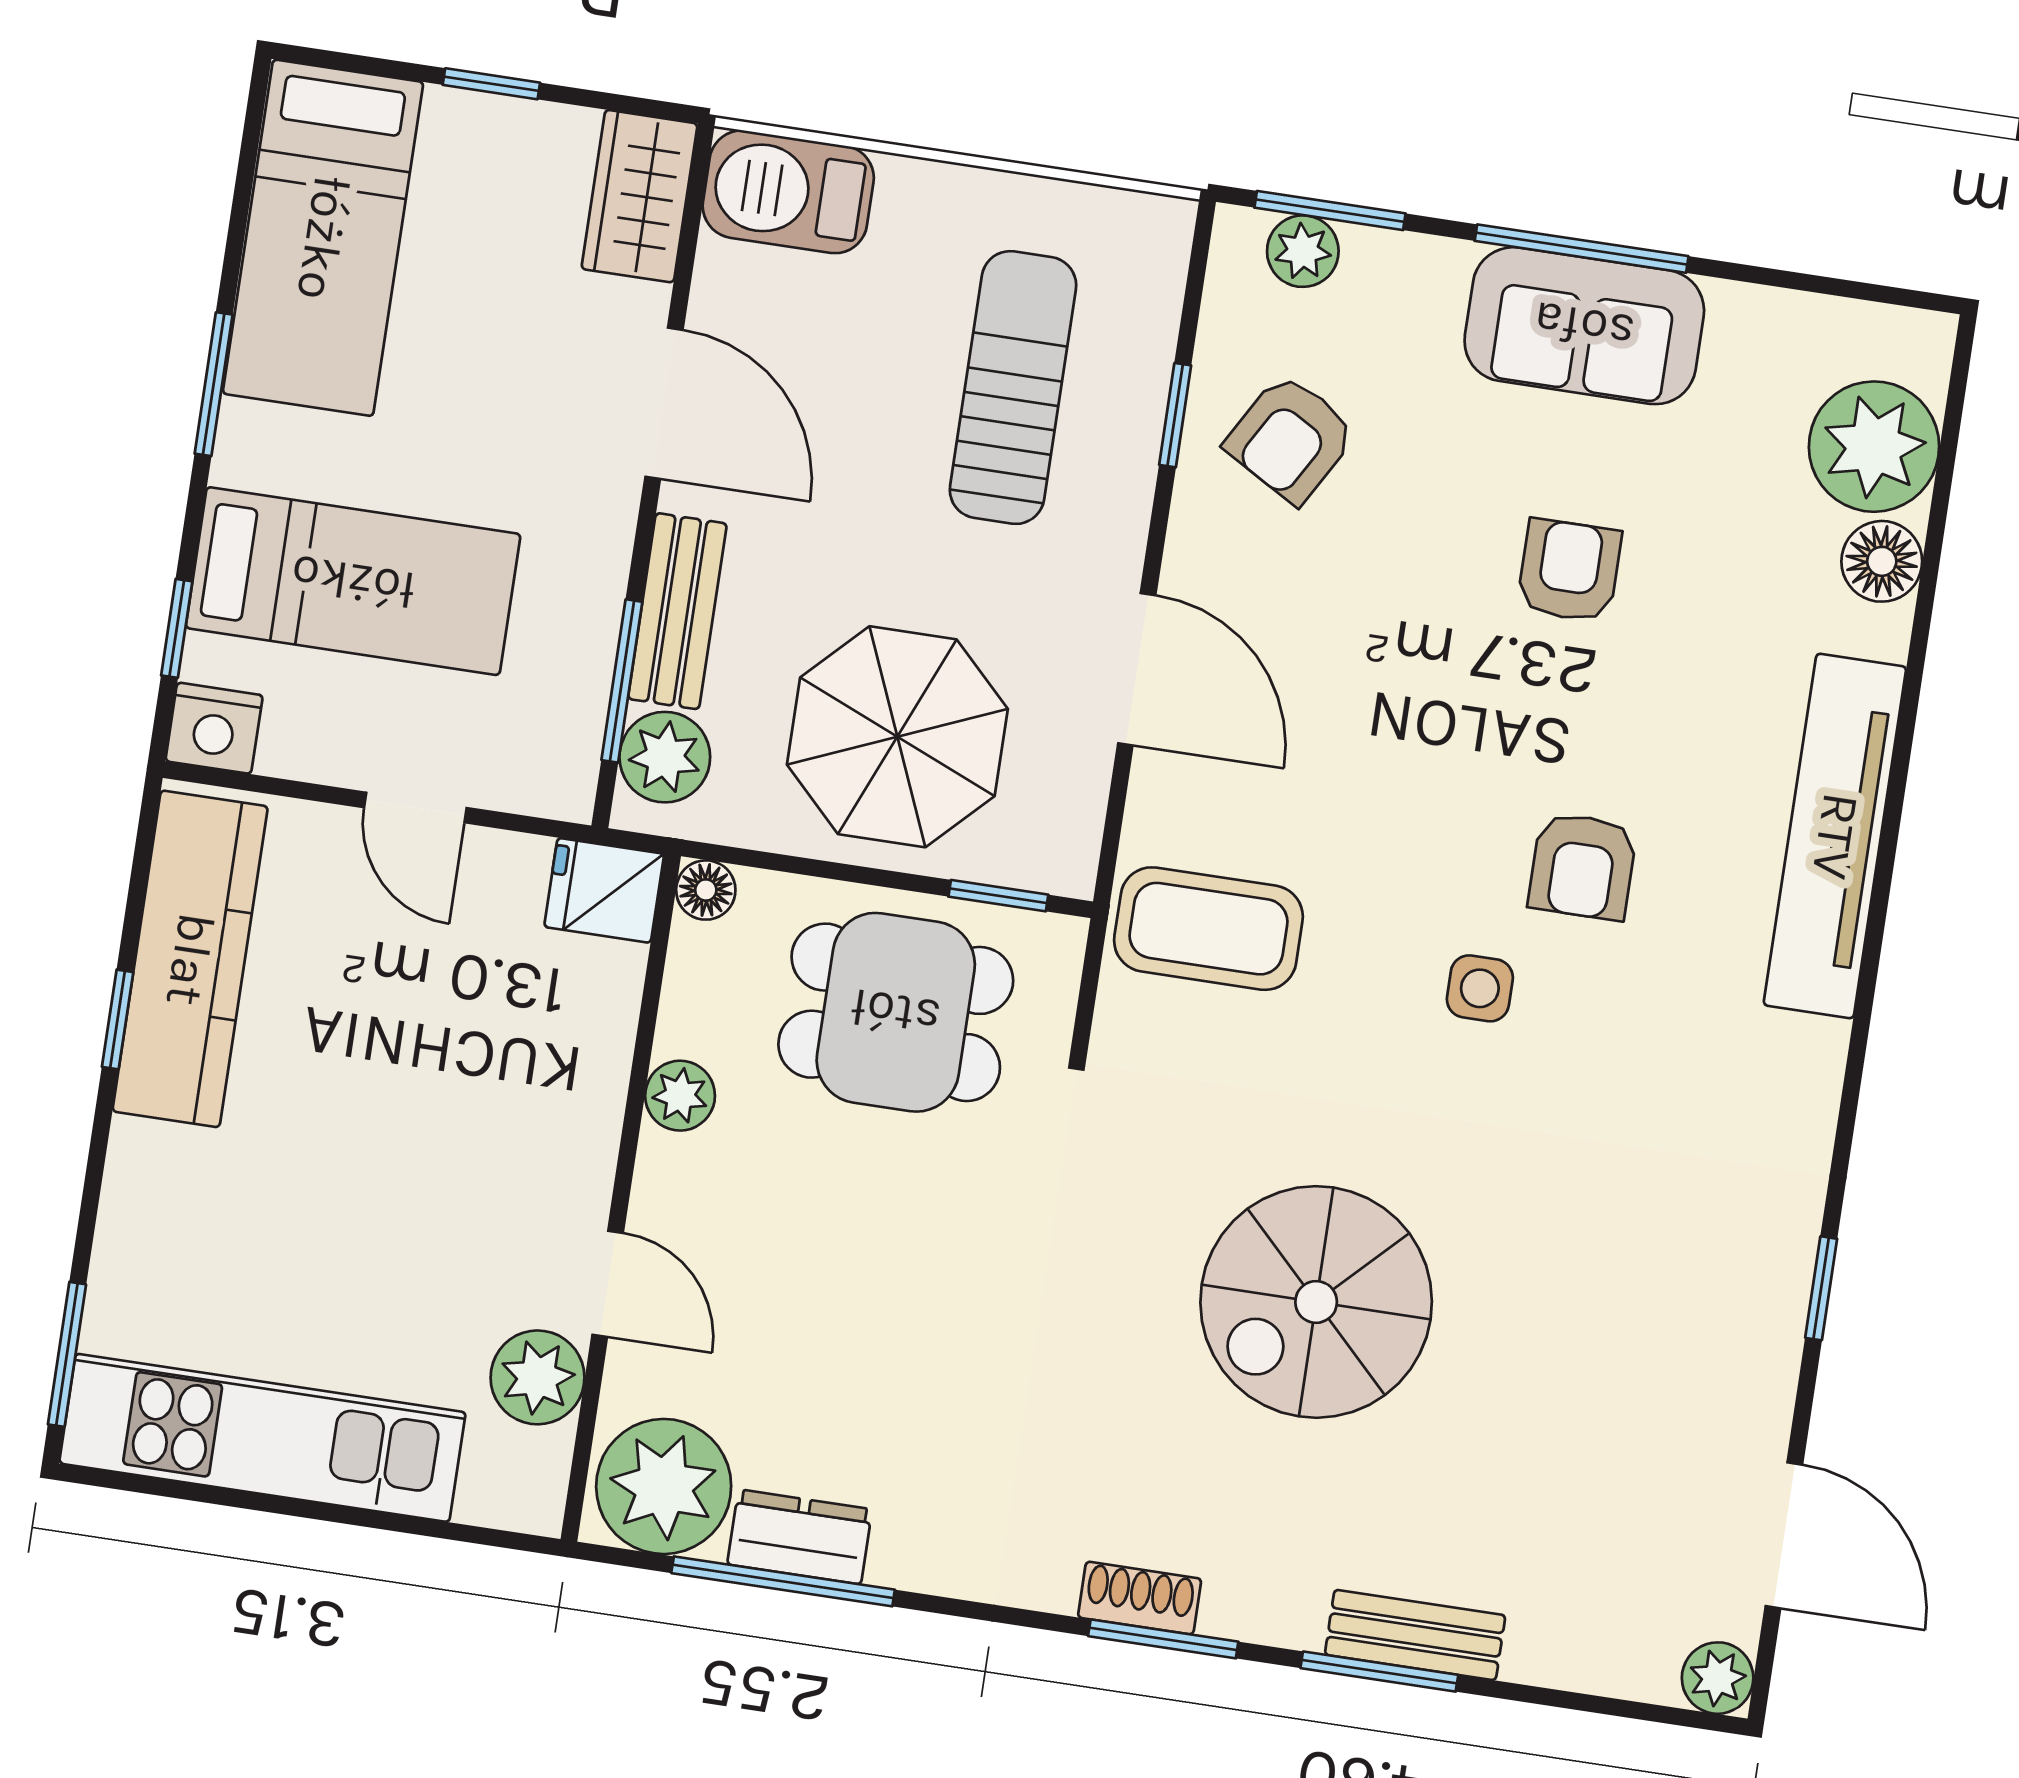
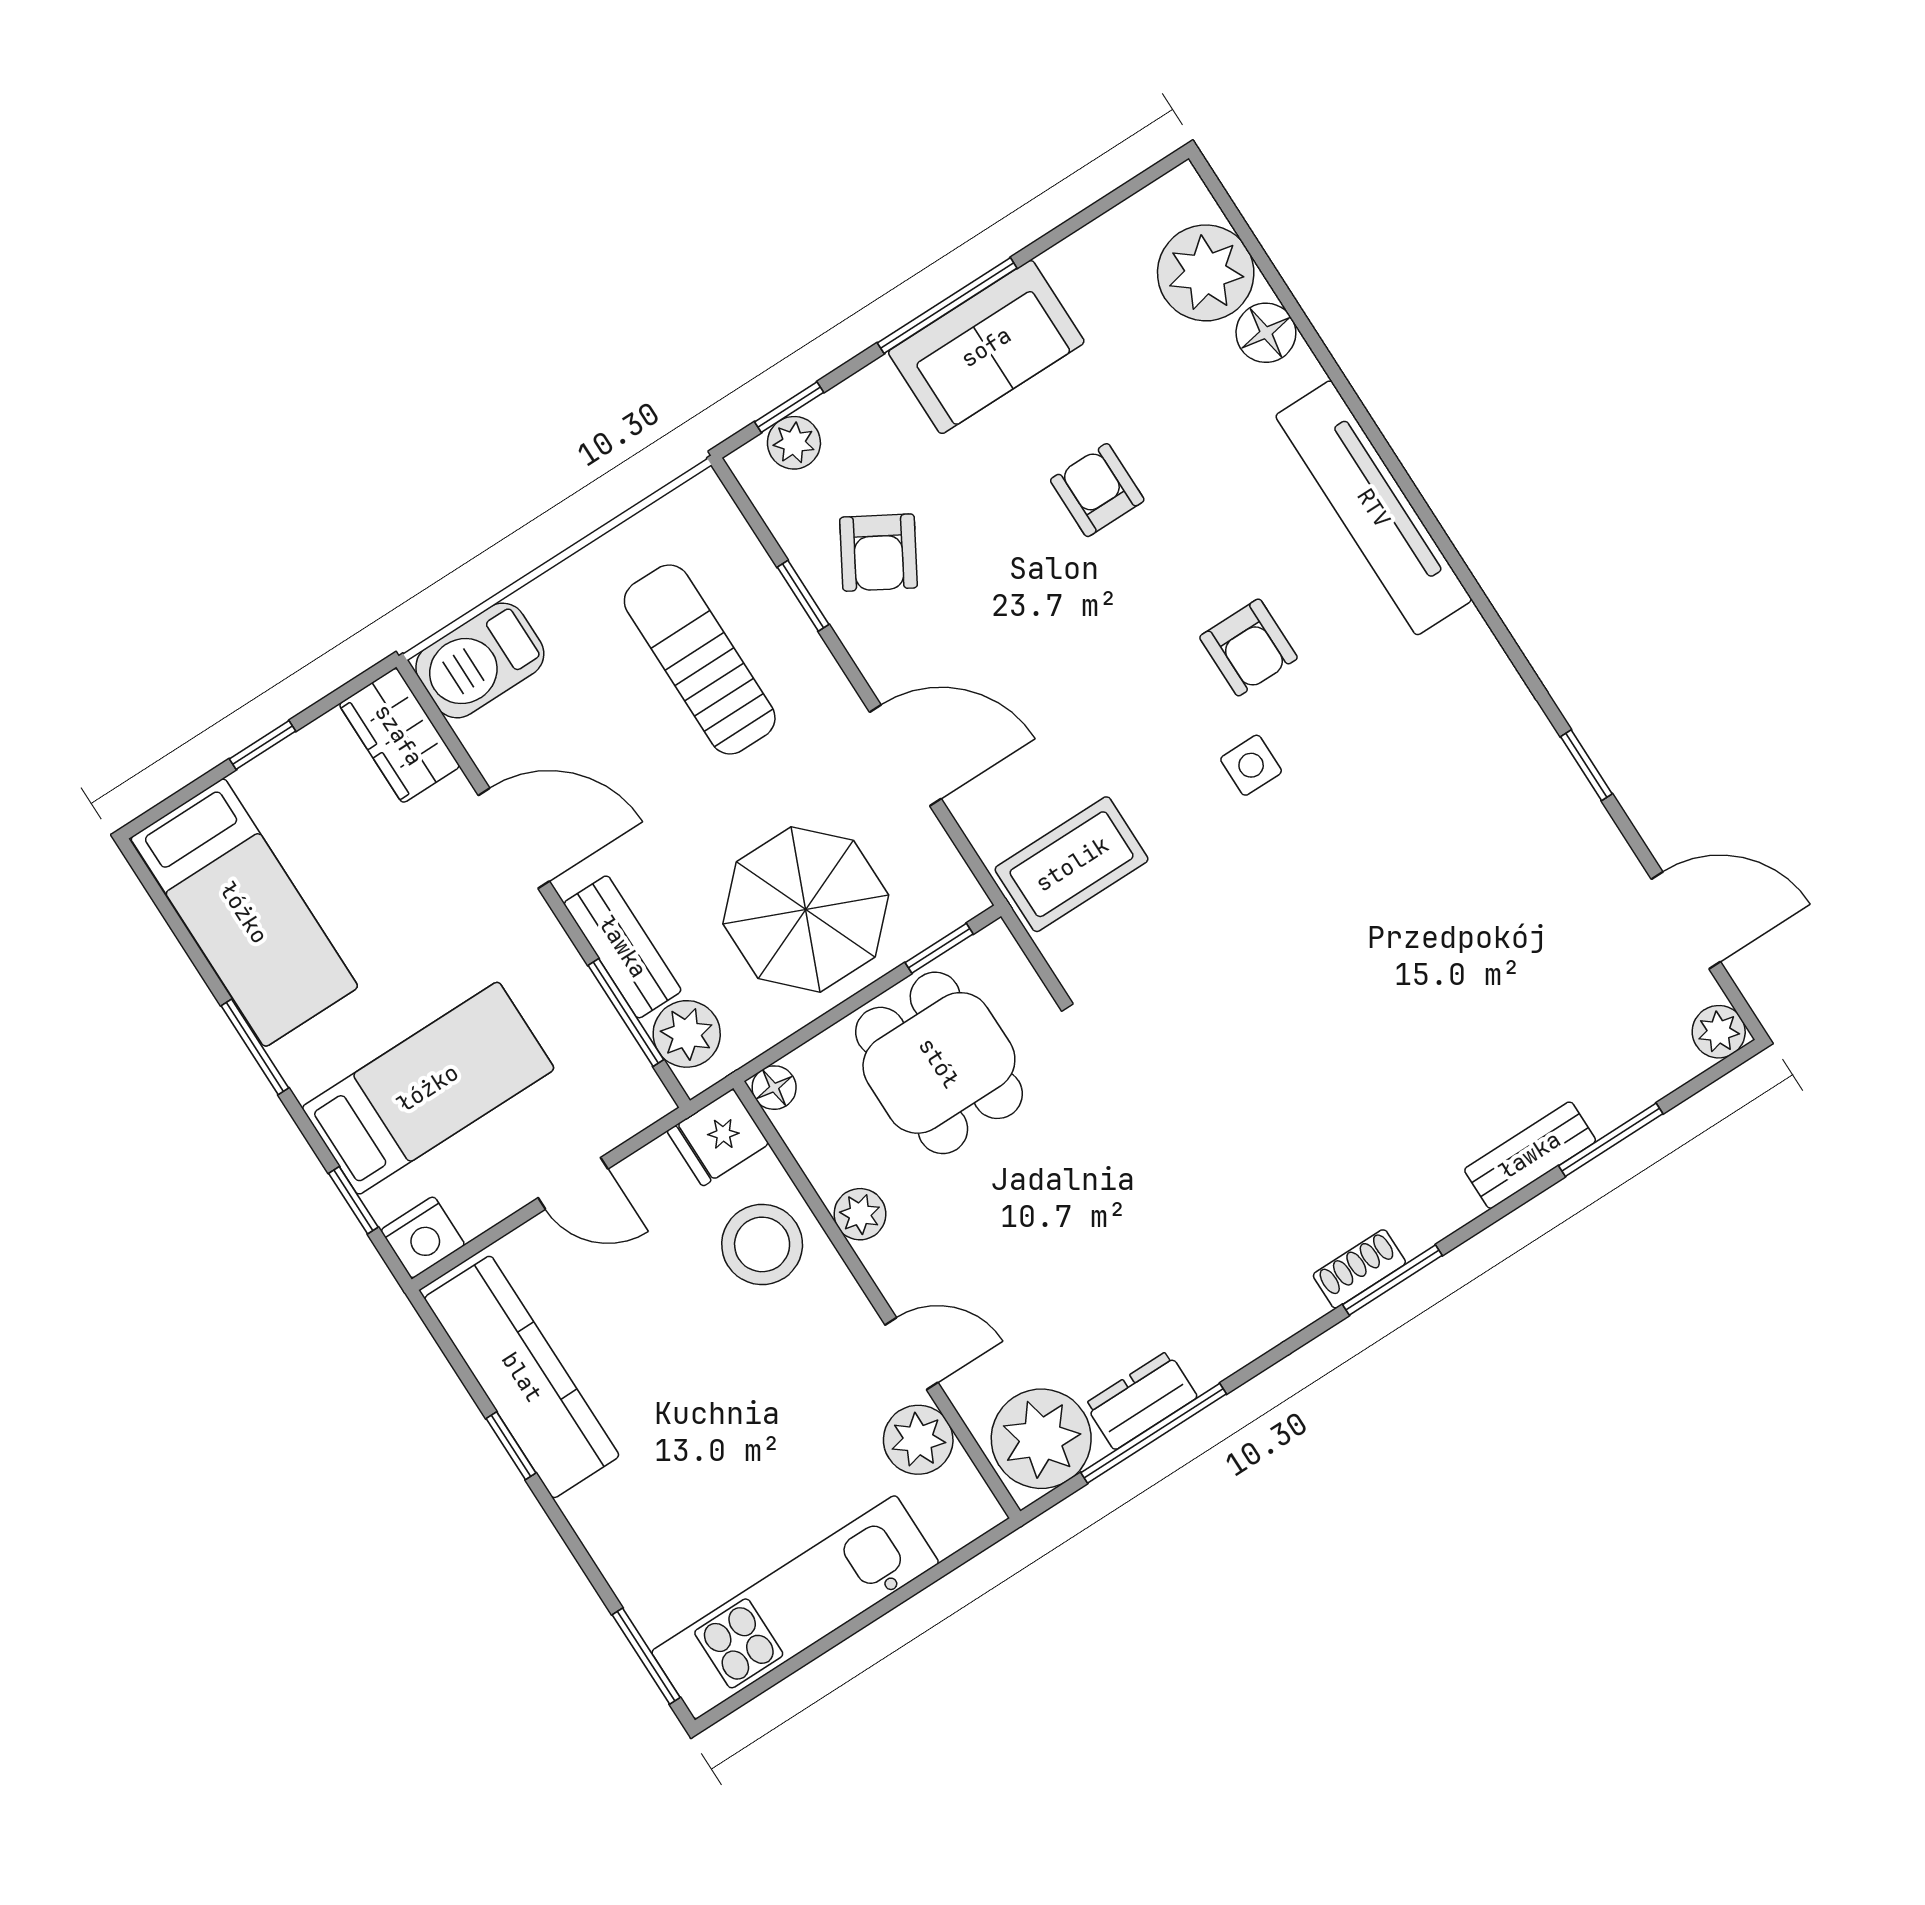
window: (1330, 211) -> (789, 407), width x0.67
dining table: (896, 1012) -> (939, 1063), turned 90
stool: (553, 1039) -> (762, 1244), added
spiral stairs: (1316, 1302) -> (1313, 1019), removed
window: (1379, 1672) -> (1611, 1140), moved

